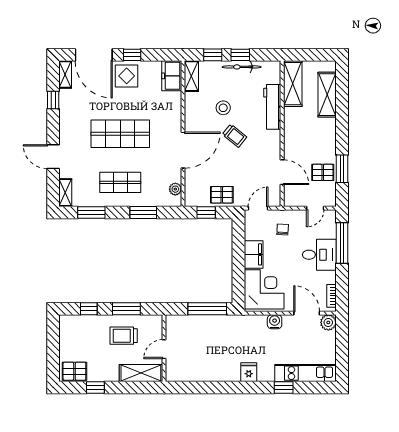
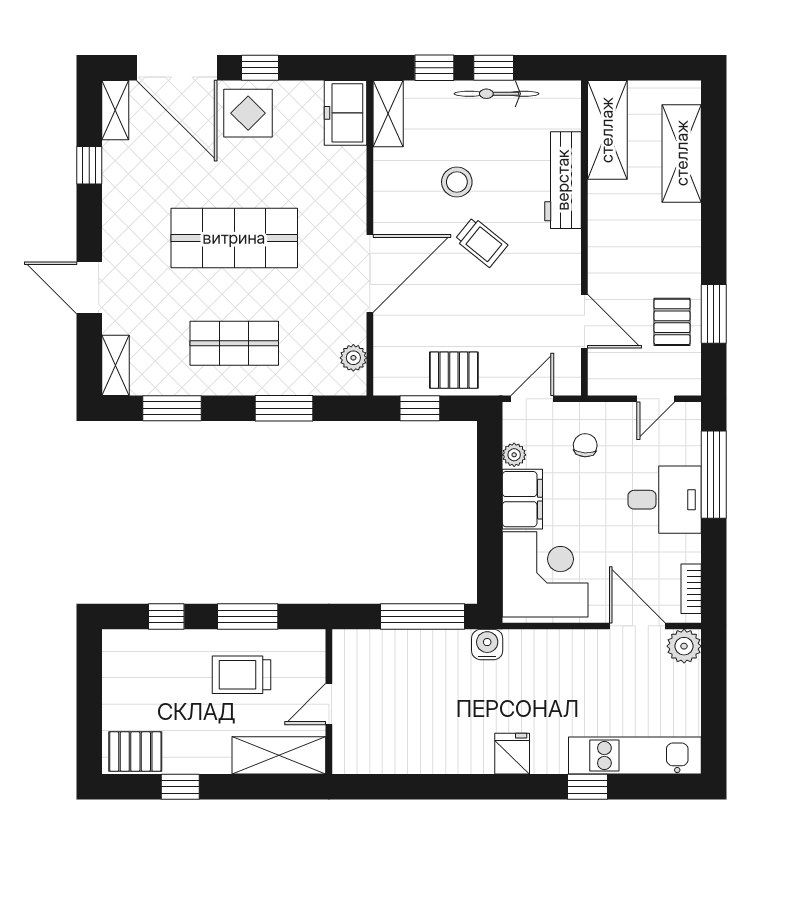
pallet: (323, 172) -> (672, 322), turned 90
plant: (250, 234) -> (514, 455), added
water cooler: (275, 322) -> (487, 645), moved

